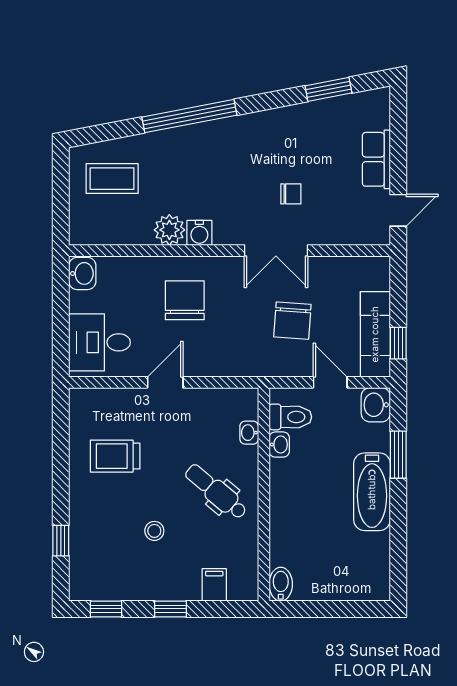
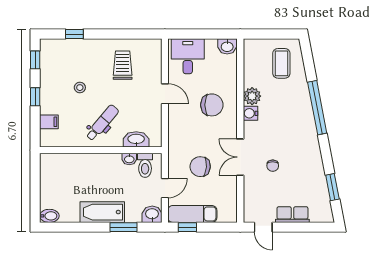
washbasin: (249, 433) -> (136, 139), width x1.91, depth x1.45
bidet: (281, 584) -> (49, 216), moved

